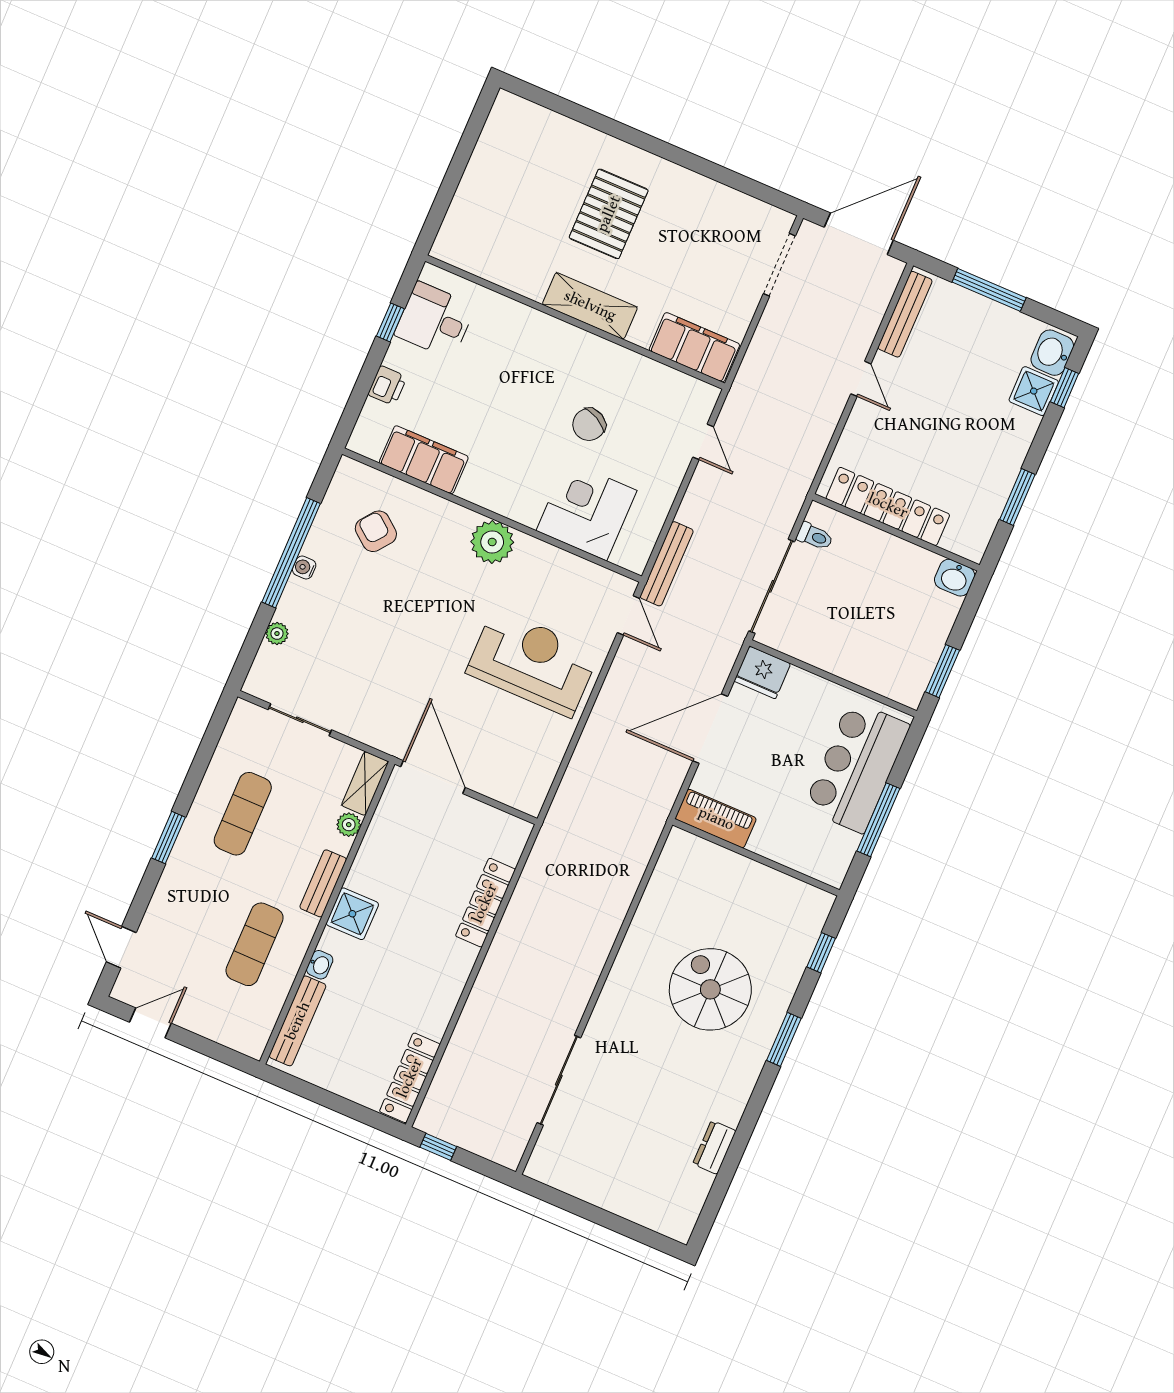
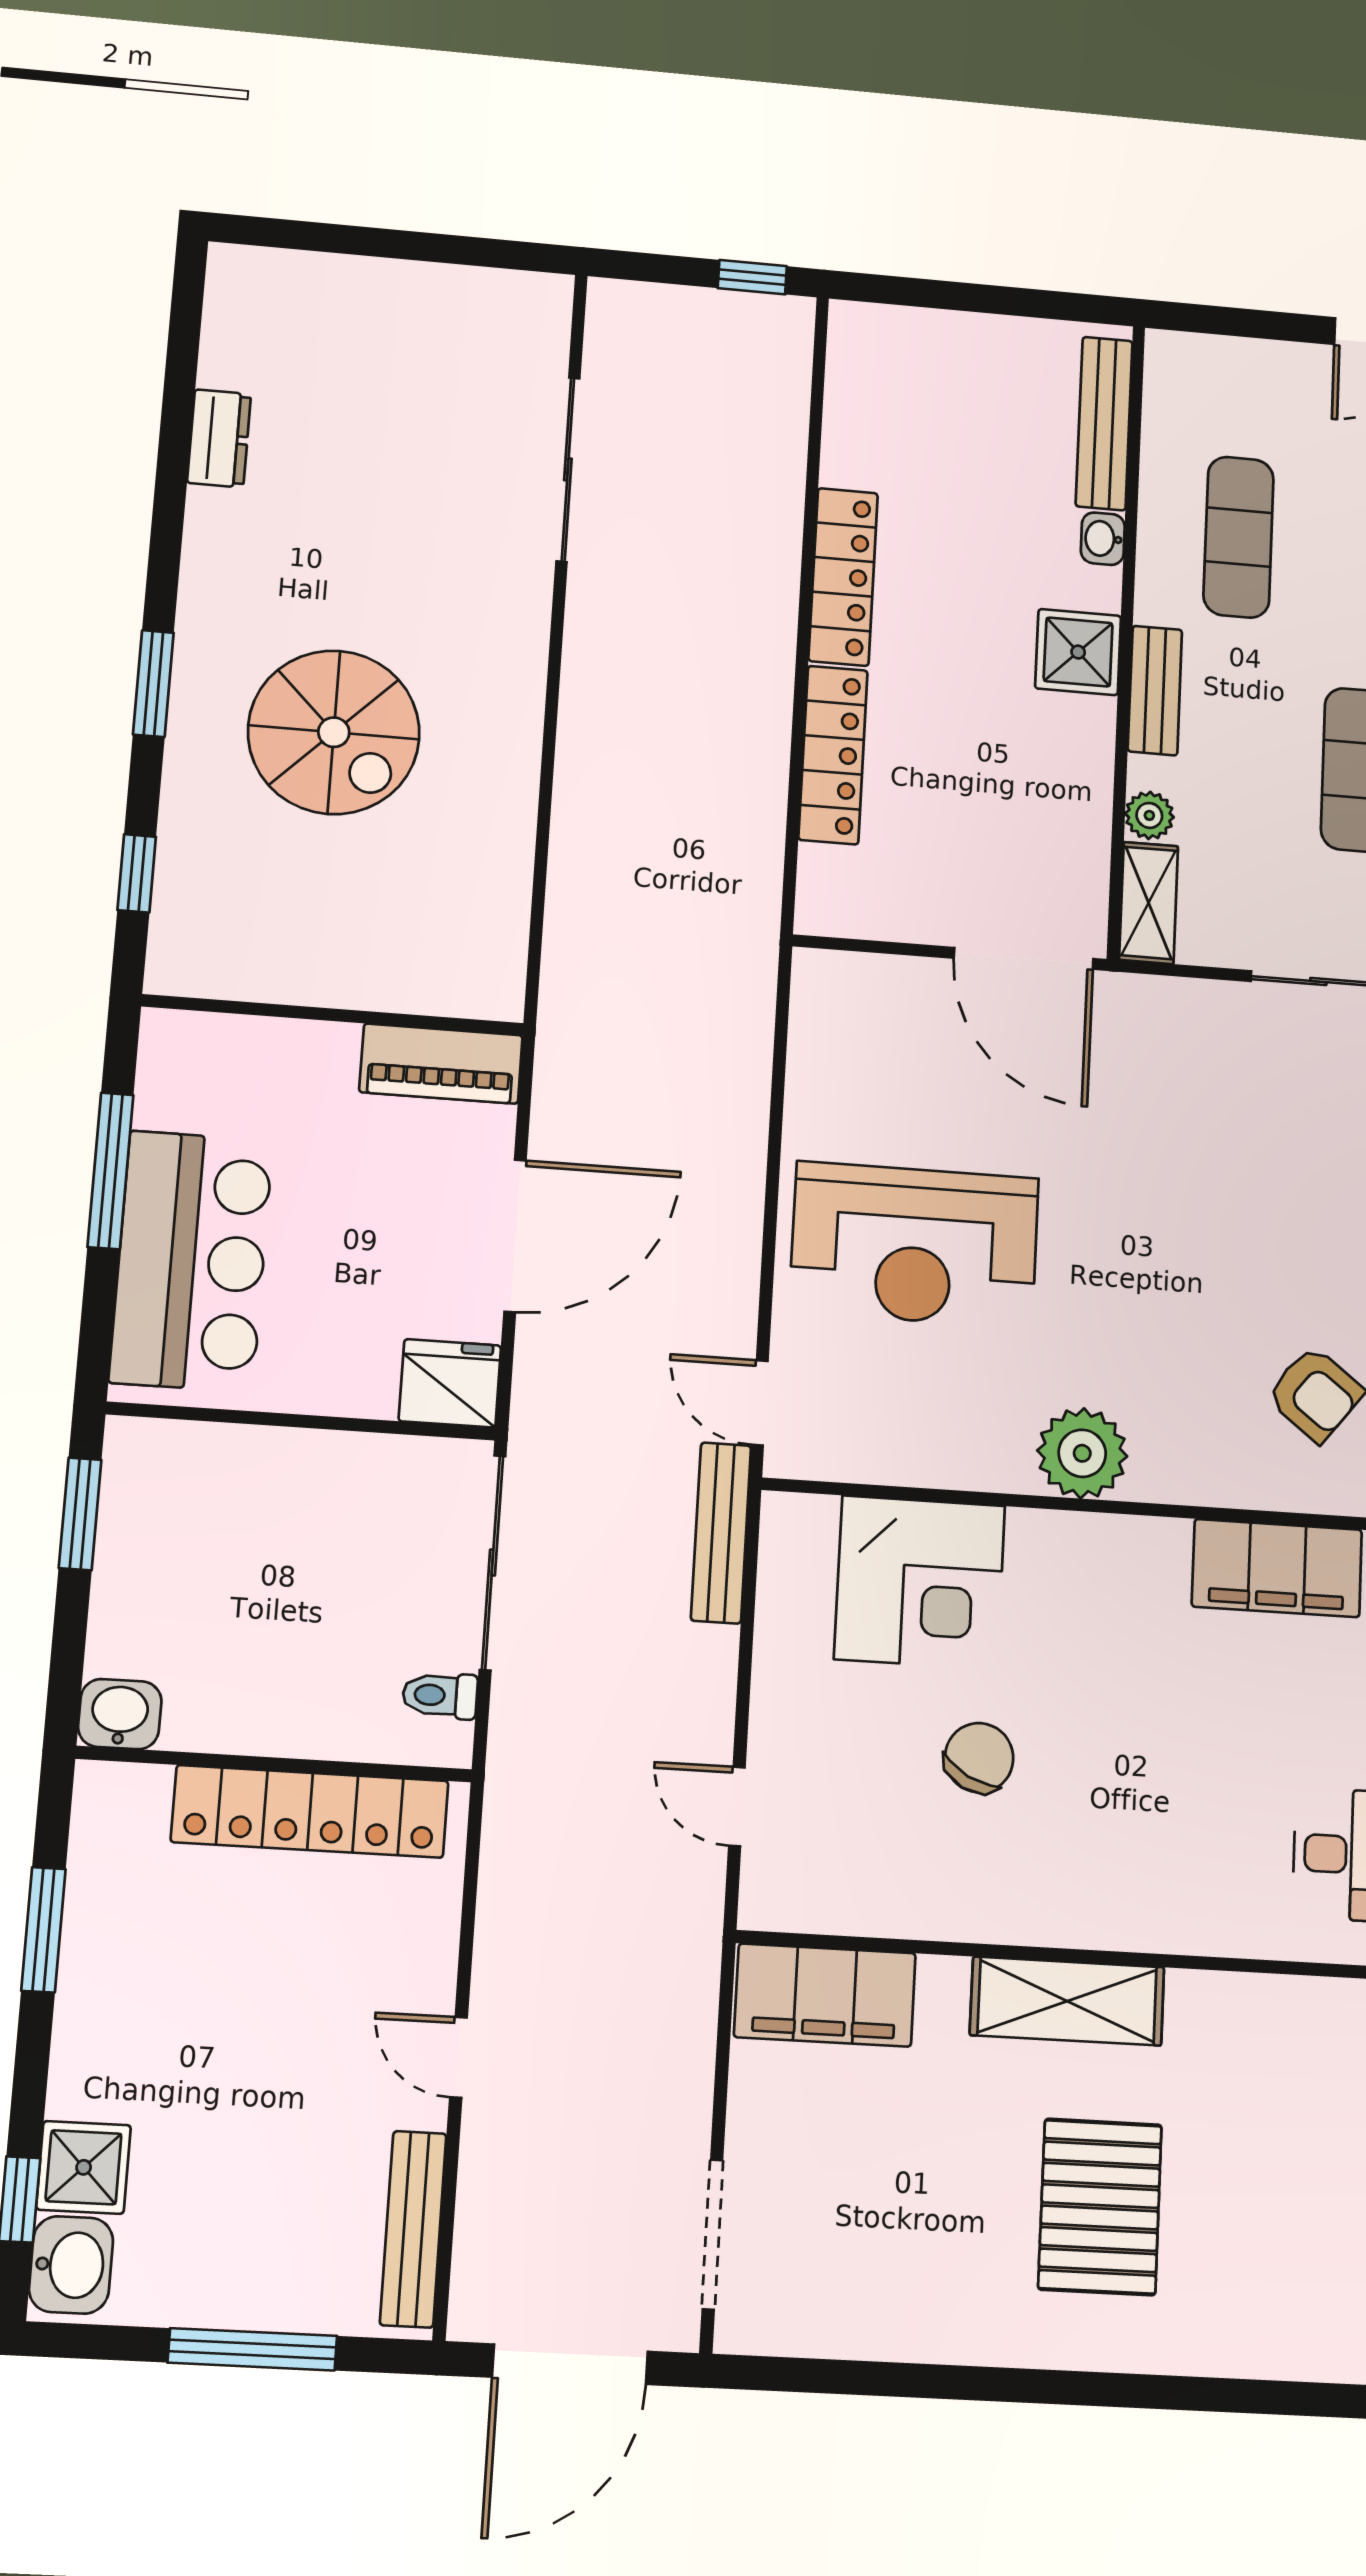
locker: (410, 1078) -> (843, 577), moved

